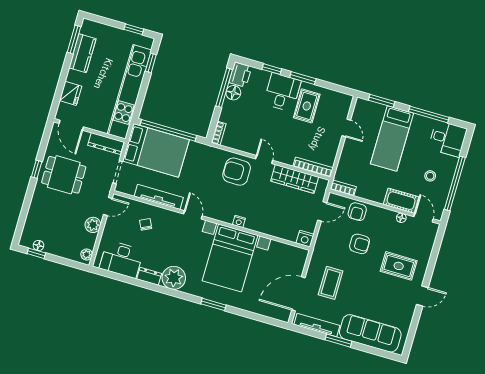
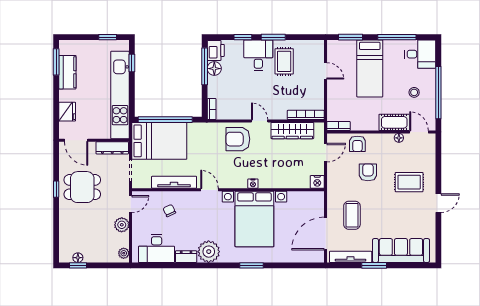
armchair: (360, 244) -> (368, 172), turned -90

